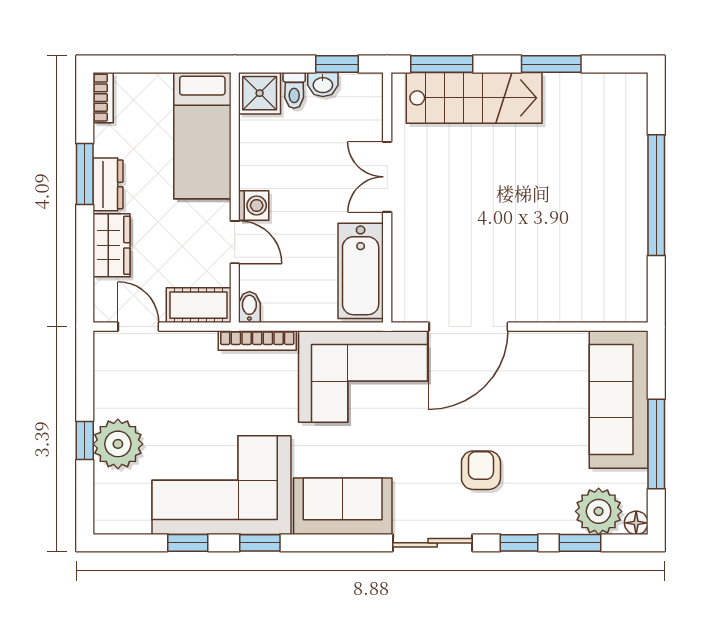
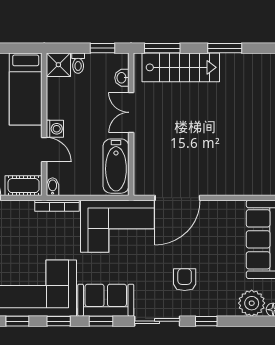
washbasin: (323, 84) -> (122, 78), moved, turned 90
window: (580, 543) -> (101, 321), moved

